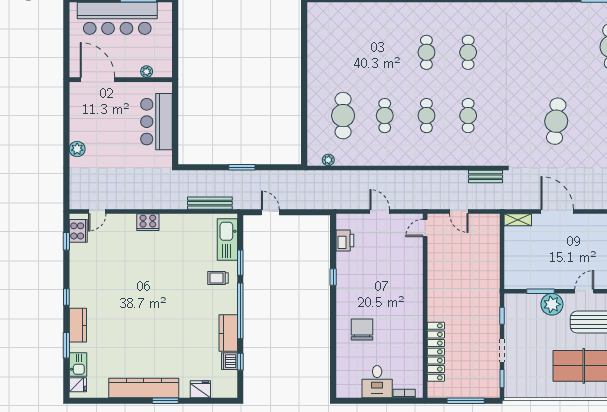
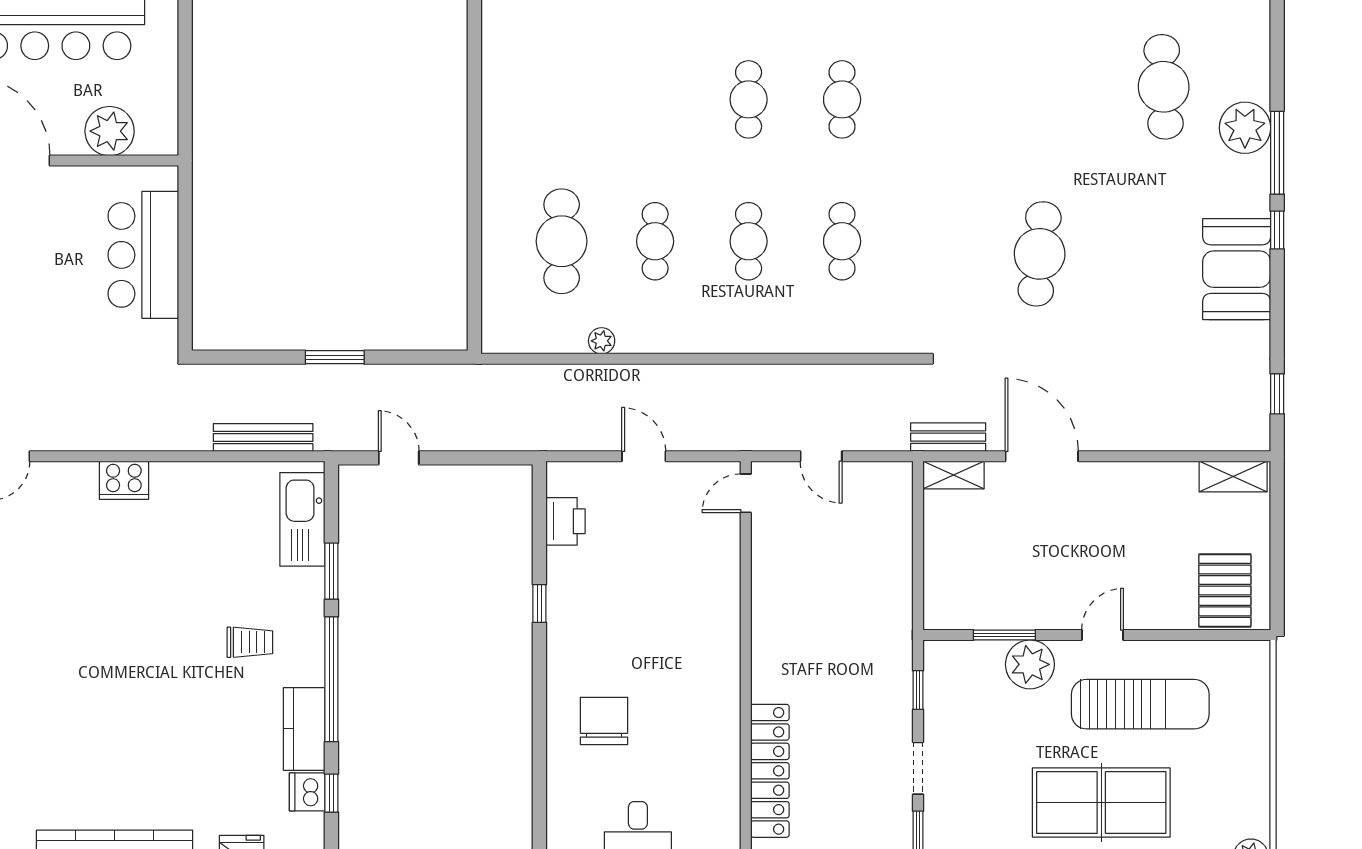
plant: (147, 72) -> (110, 131), width x1.88, depth x1.88
plant: (328, 160) -> (602, 341), moved
bench: (485, 177) -> (948, 437), moved
trolley: (218, 278) -> (250, 642), moved, turned 180

